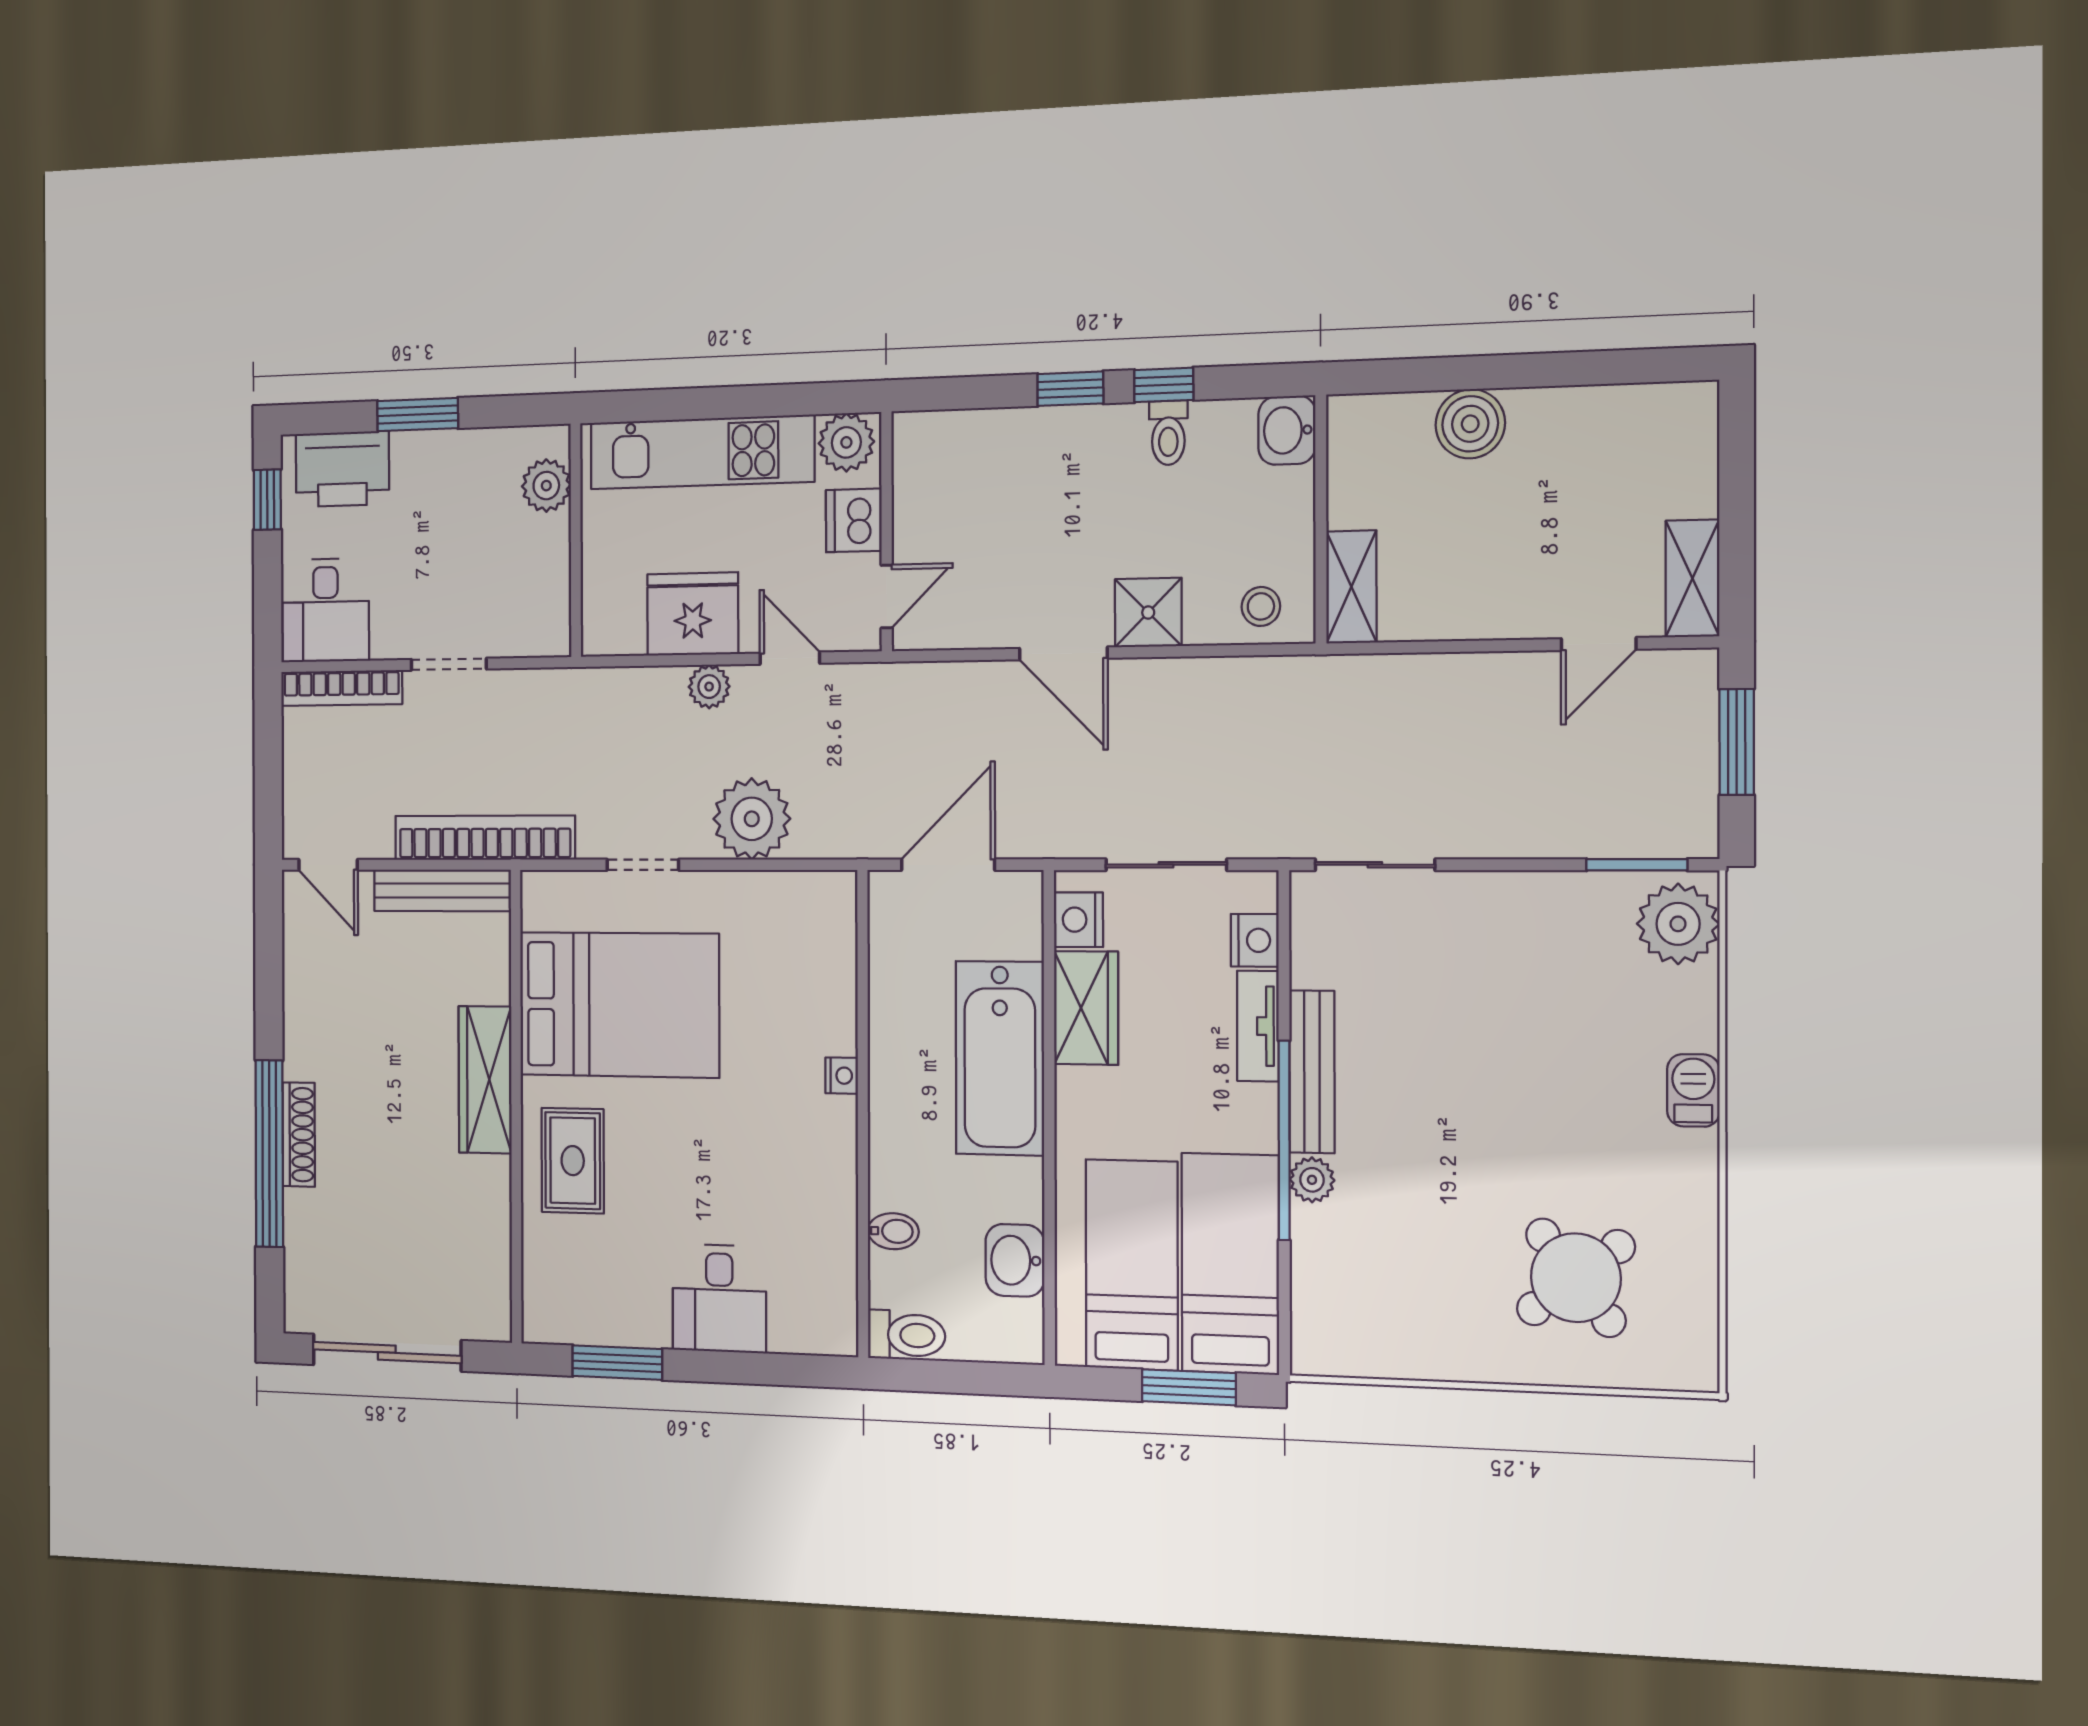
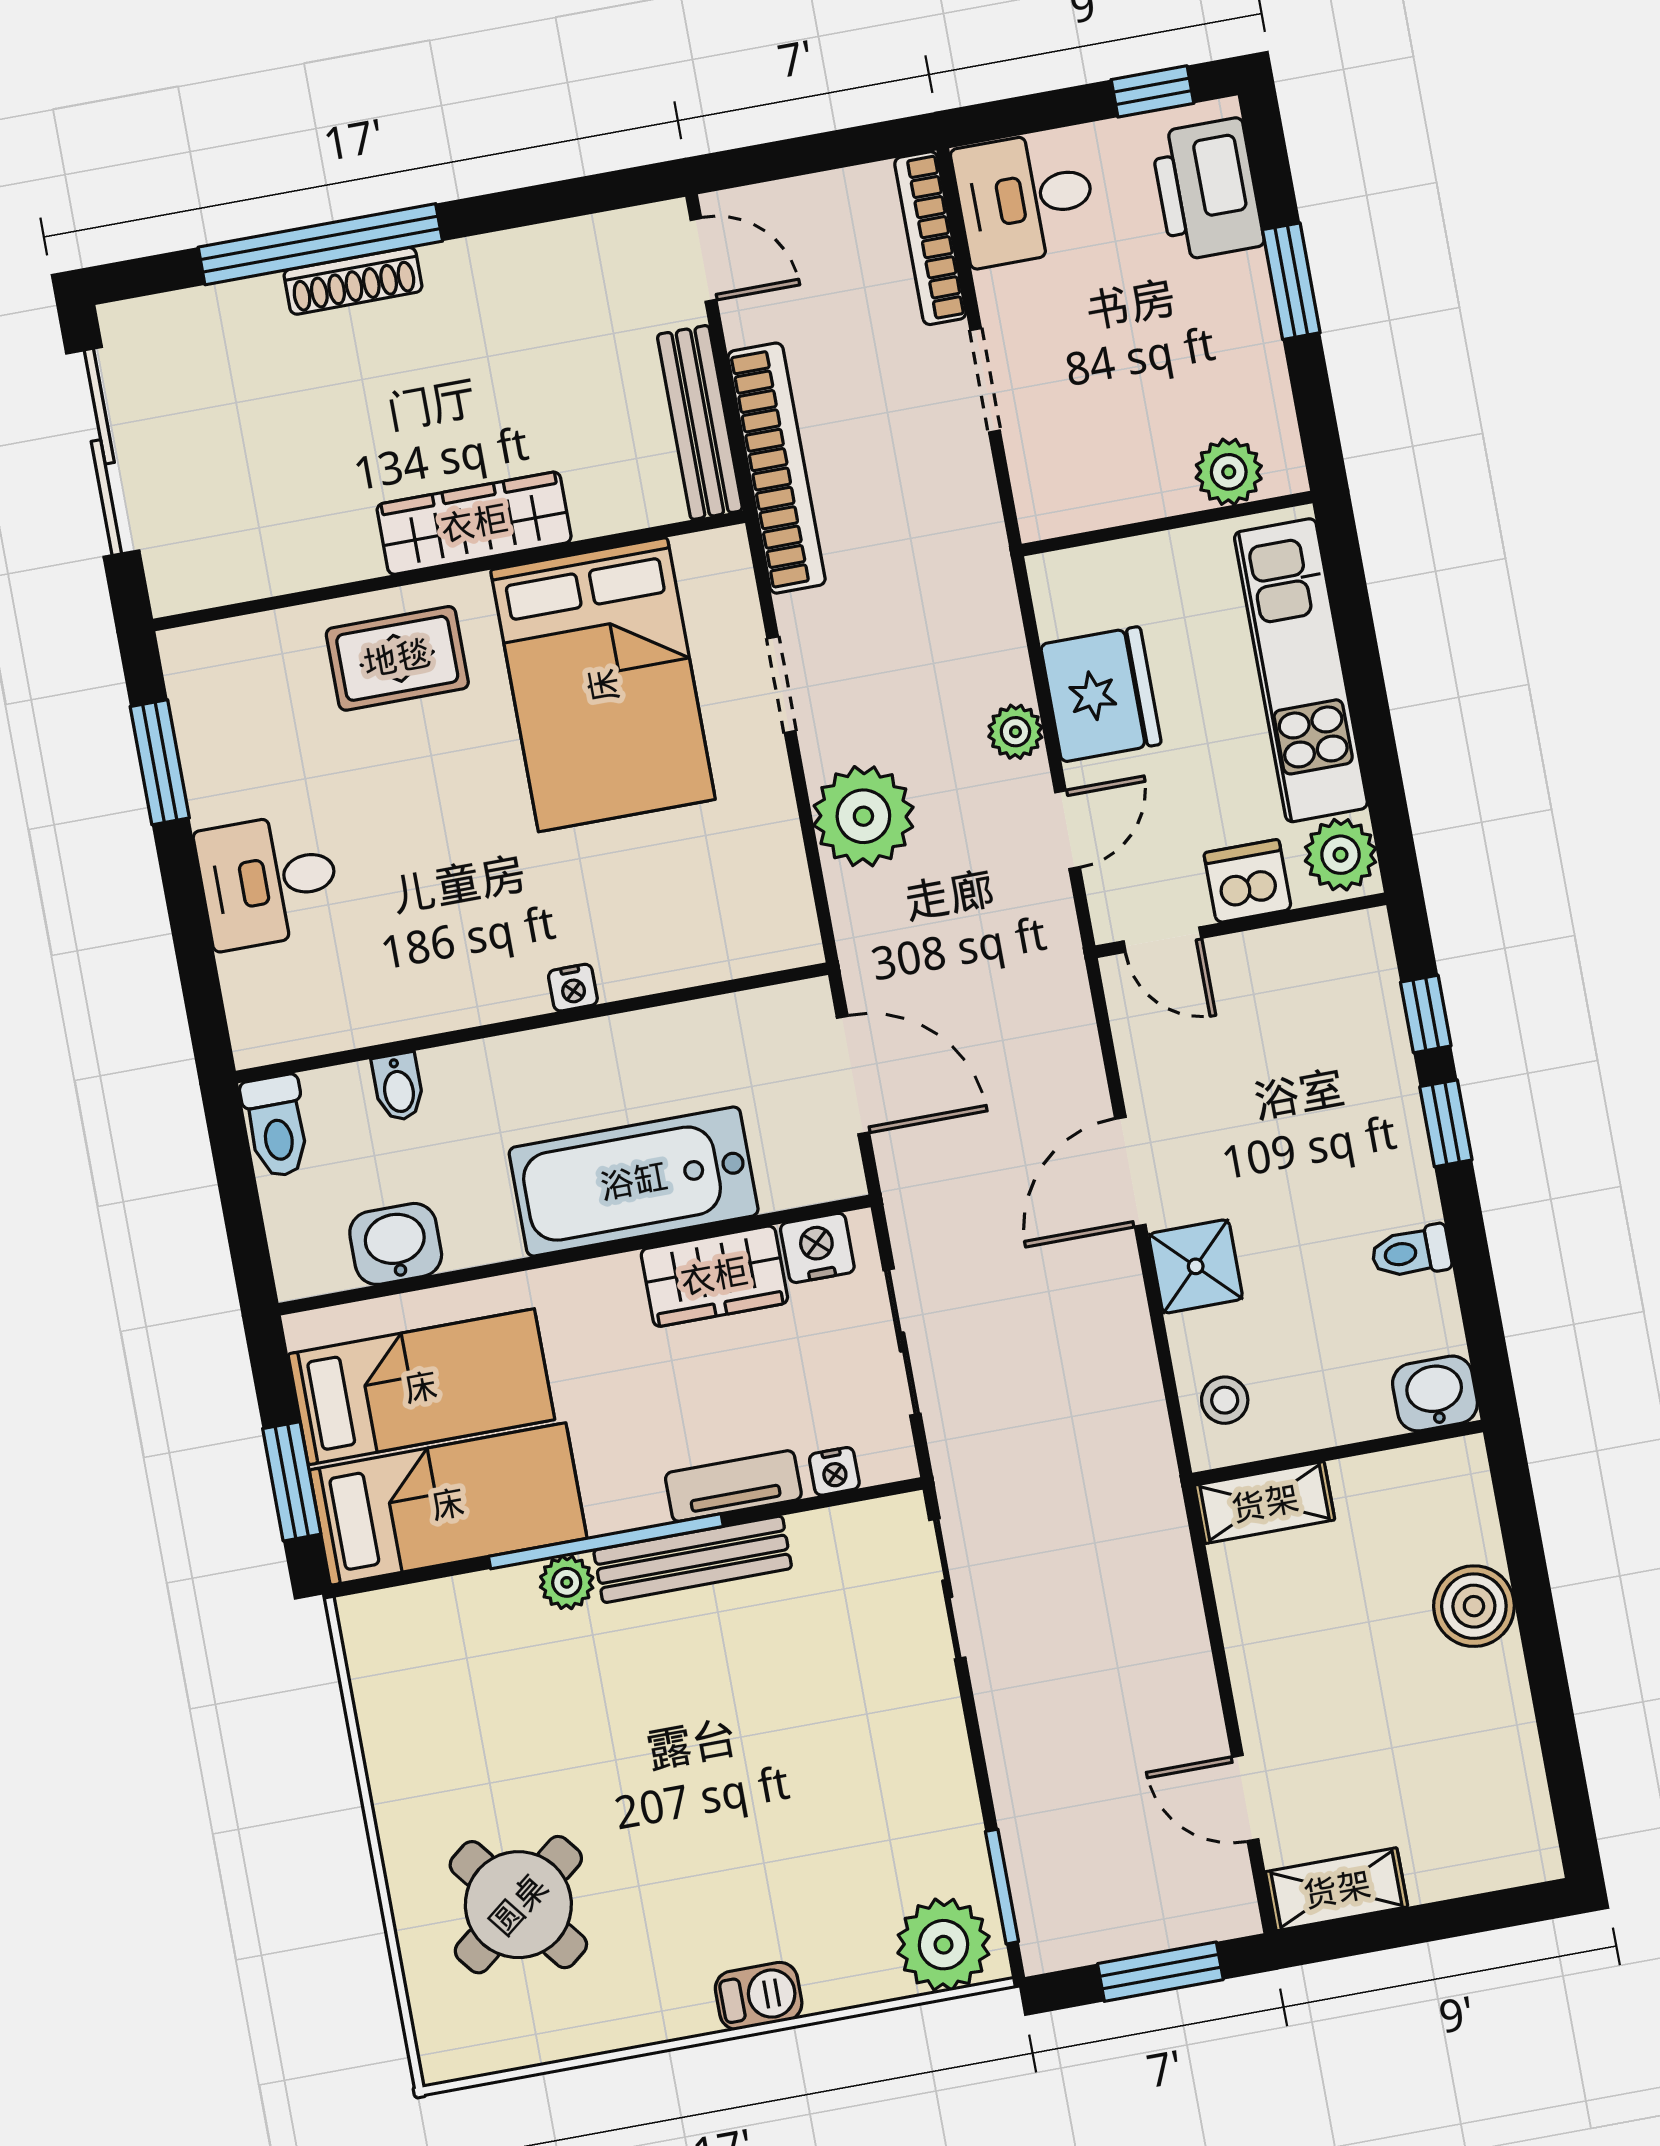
window: (1164, 385) -> (1426, 1014), moved
door: (328, 865) -> (703, 260), swing flipped
nightstand: (1255, 940) -> (834, 1471), width x0.72, depth x0.74

